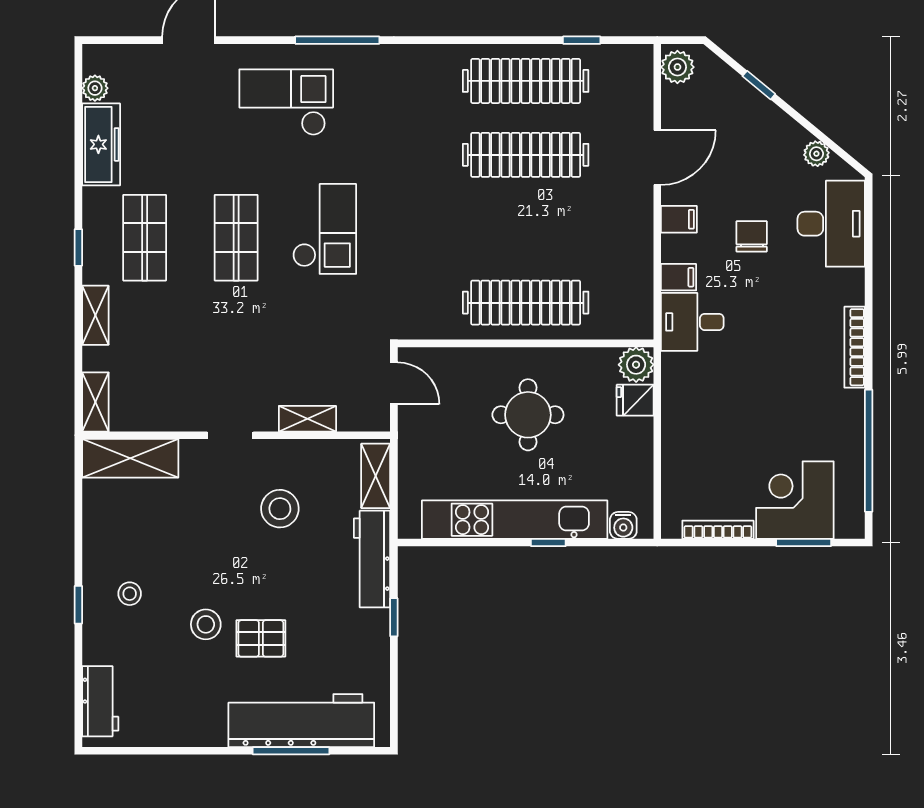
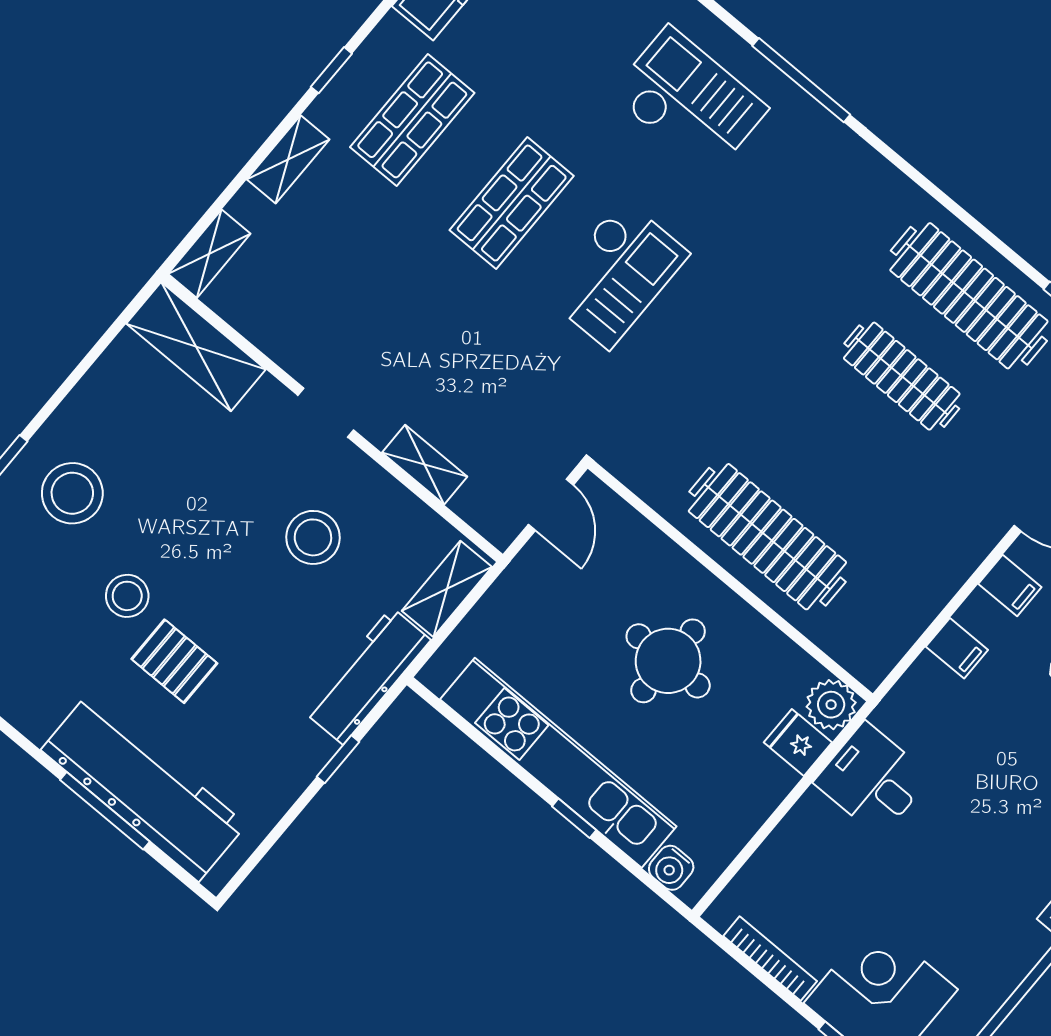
clothes rail: (526, 155) -> (902, 376), width x0.73, depth x0.76
desk: (692, 322) -> (873, 779), moved
stool: (130, 594) -> (72, 493), width x1.89, depth x1.89

